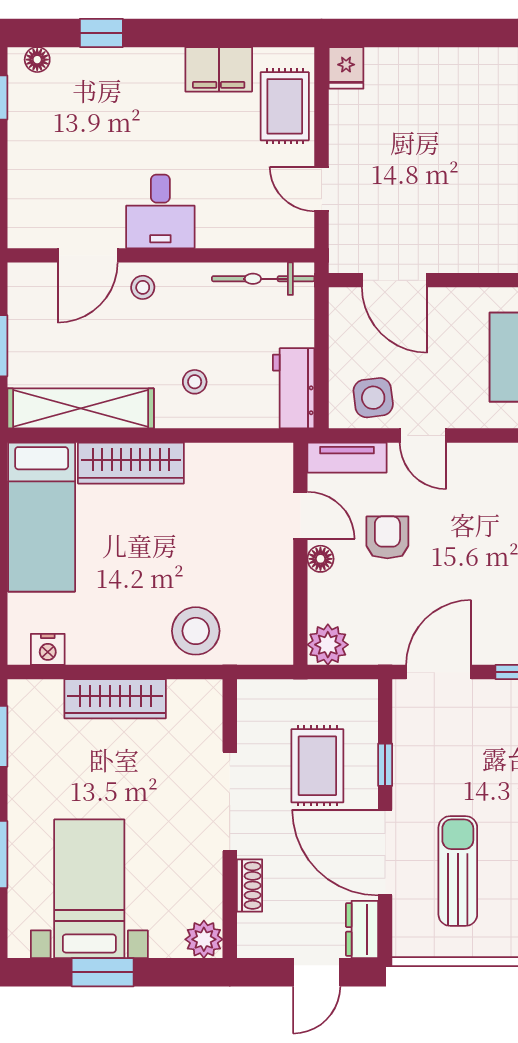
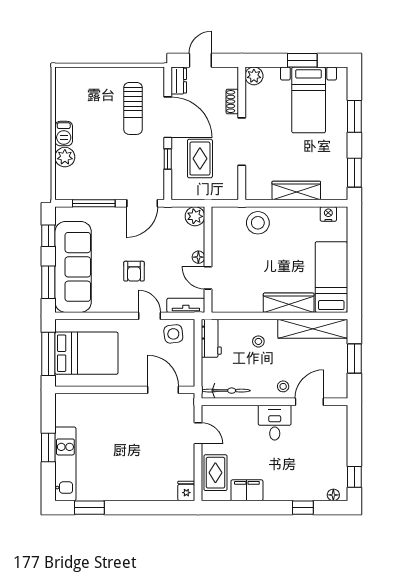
armchair: (387, 537) -> (134, 271), moved

